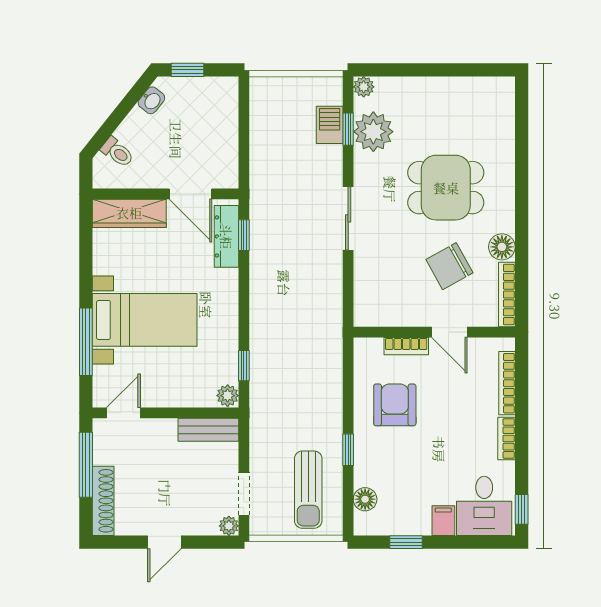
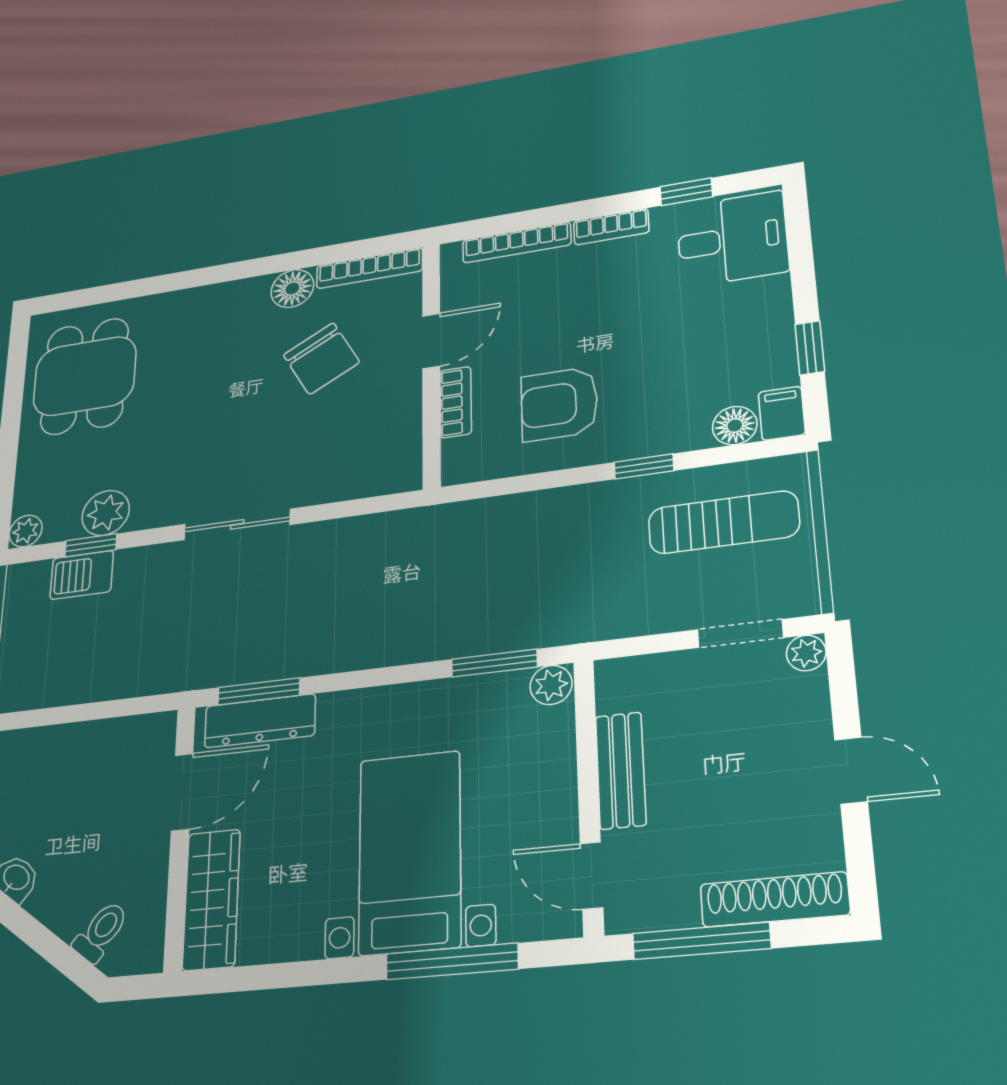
plant: (373, 132) -> (106, 513), width x0.73, depth x0.73
dining table: (446, 188) -> (85, 376), moved
window: (244, 235) -> (259, 691), width x1.50
window: (244, 366) -> (494, 663), width x1.50
bench: (208, 430) -> (621, 770), moved
window: (522, 509) -> (686, 192), moved
filing cabinet: (443, 521) -> (782, 413), moved, turned 90

